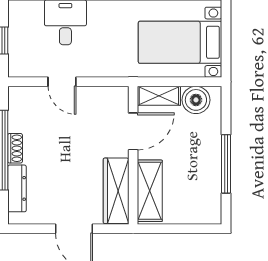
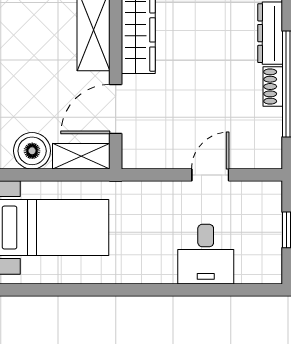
door: (62, 82) -> (210, 175), hinge flipped

